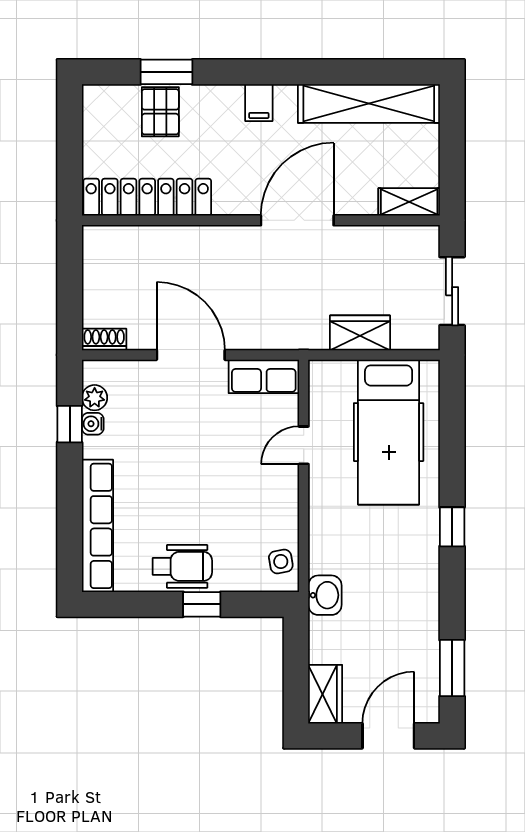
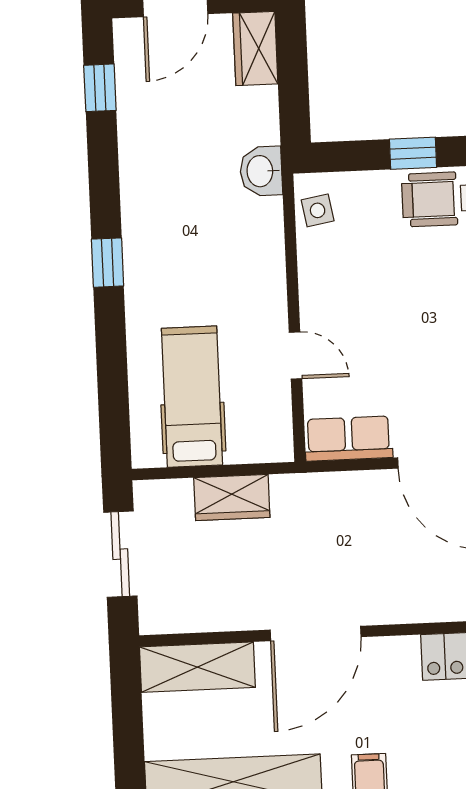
shelving: (409, 202) -> (197, 667), width x1.50, depth x1.33
hospital bed: (389, 432) -> (192, 397), width x0.73, depth x0.78
door: (304, 445) -> (296, 356), hinge flipped
window: (452, 668) -> (100, 88), width x0.67

